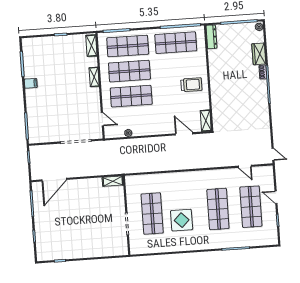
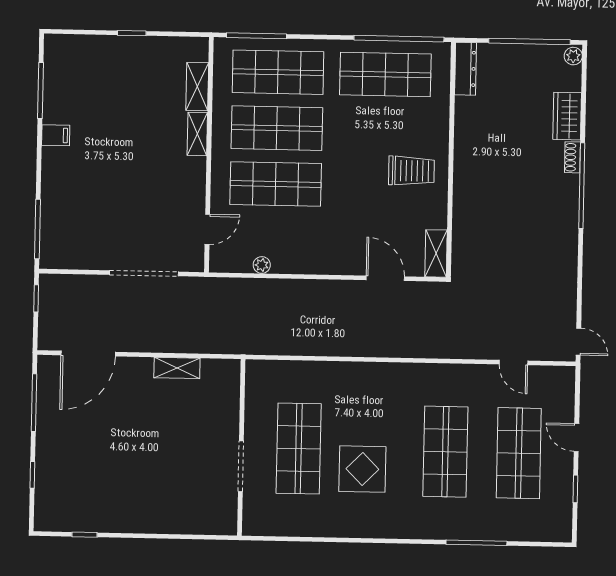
shelving: (91, 46) -> (197, 87), moved
door: (102, 119) -> (207, 229), hinge flipped
shelving: (113, 181) -> (177, 368), moved

